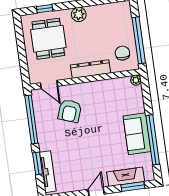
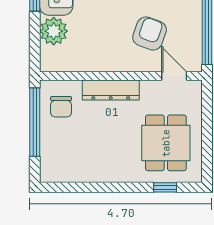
plant: (79, 14) -> (117, 172), removed
plant: (136, 80) -> (54, 31), moved, width x1.88, depth x1.88

